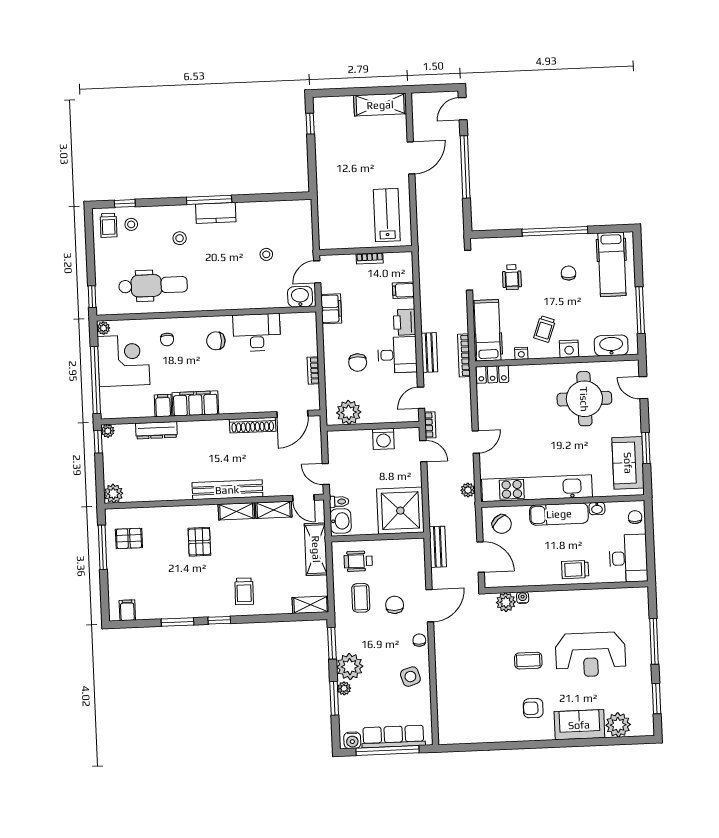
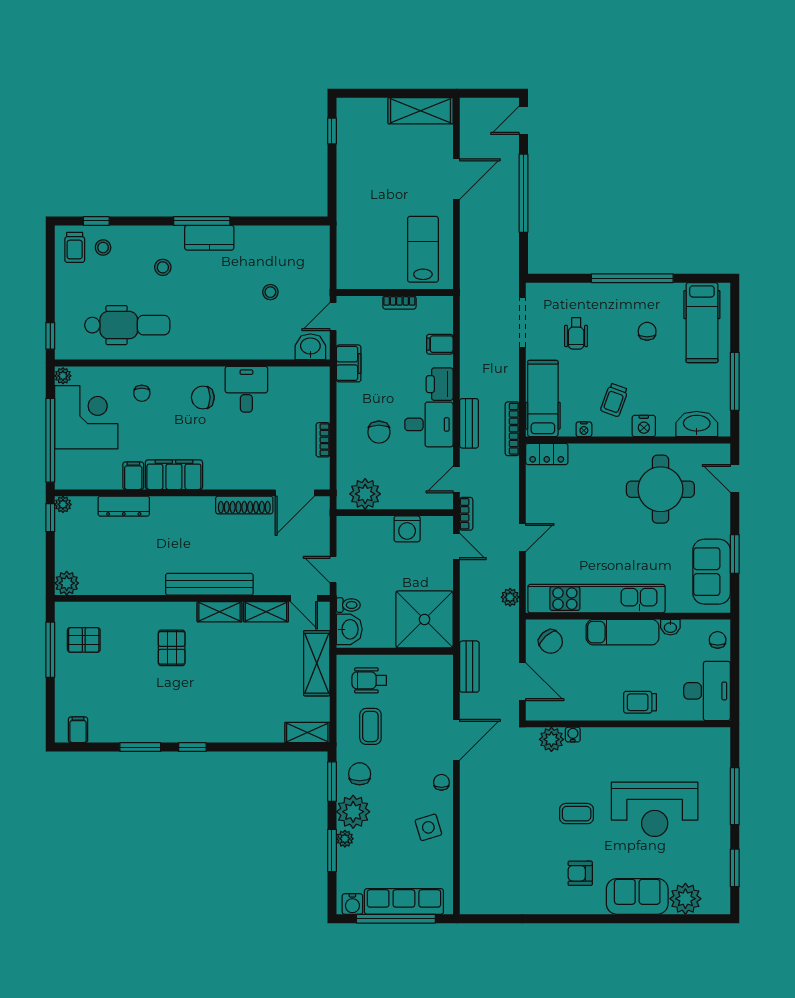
desk: (257, 332) -> (246, 389), width x0.73
trolley: (244, 591) -> (225, 712), removed
chair: (395, 605) -> (360, 774), moved

